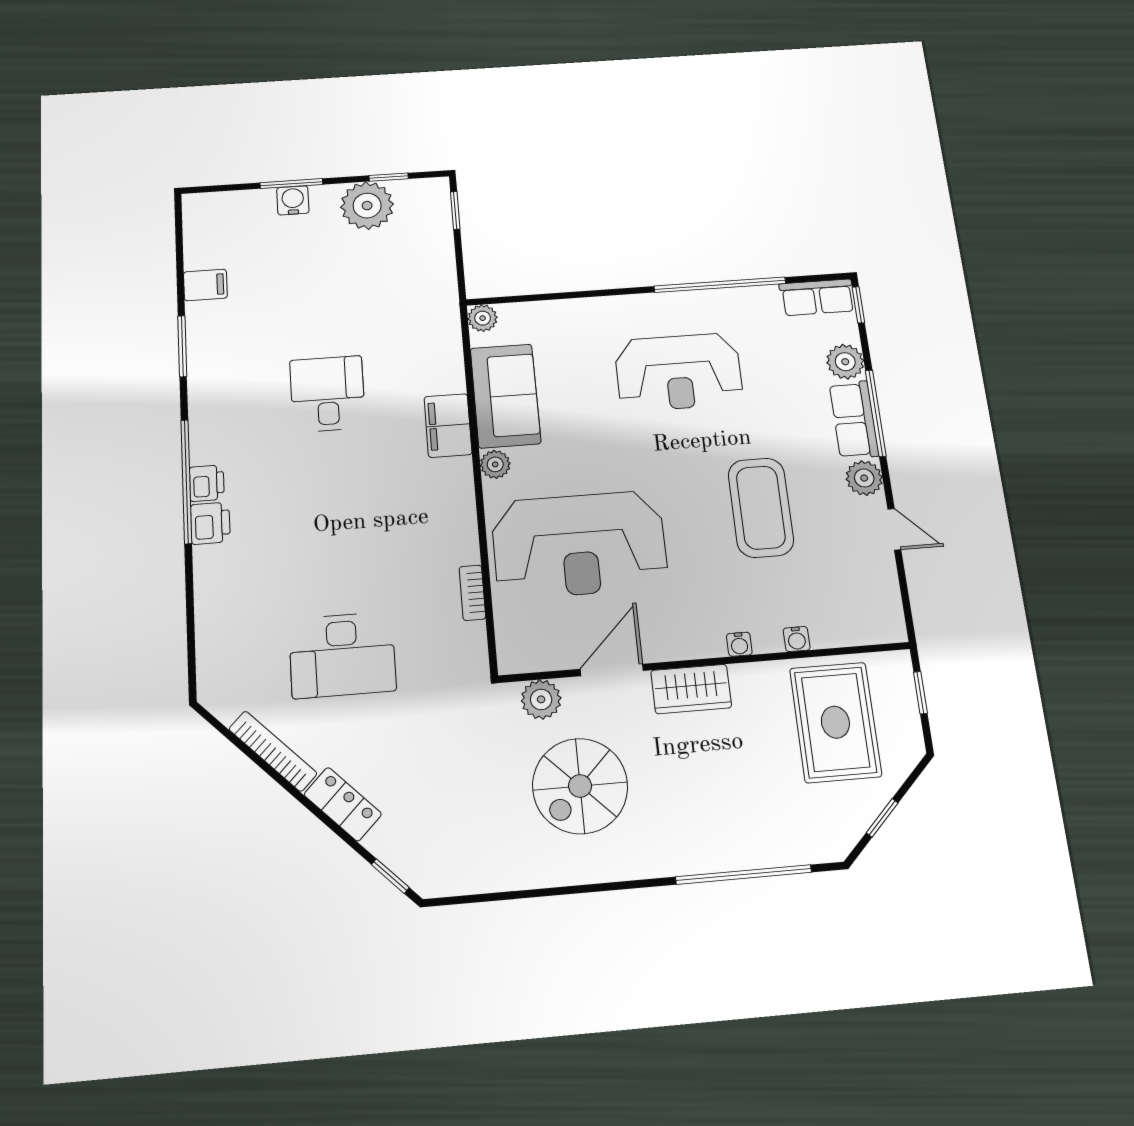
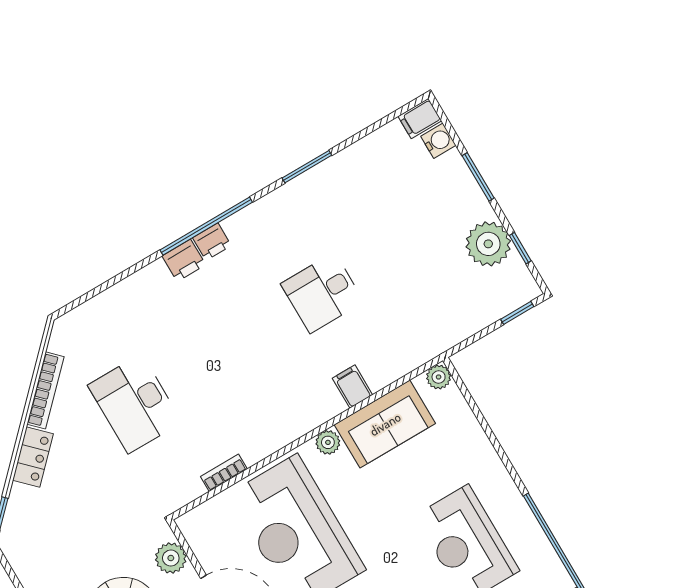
water cooler: (293, 200) -> (438, 141), moved
filing cabinet: (205, 285) -> (420, 119), moved, turned 90
desk: (328, 394) -> (322, 293), turned 180
filing cabinet: (448, 425) -> (352, 387), width x0.50

